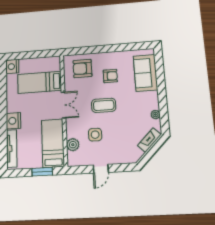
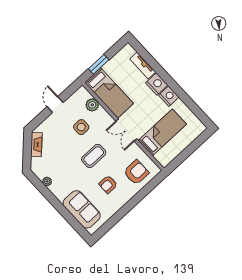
nightstand: (12, 66) -> (169, 96), moved
fireplace: (149, 140) -> (36, 144), moved
tv unit: (12, 148) -> (143, 65), width x0.71

